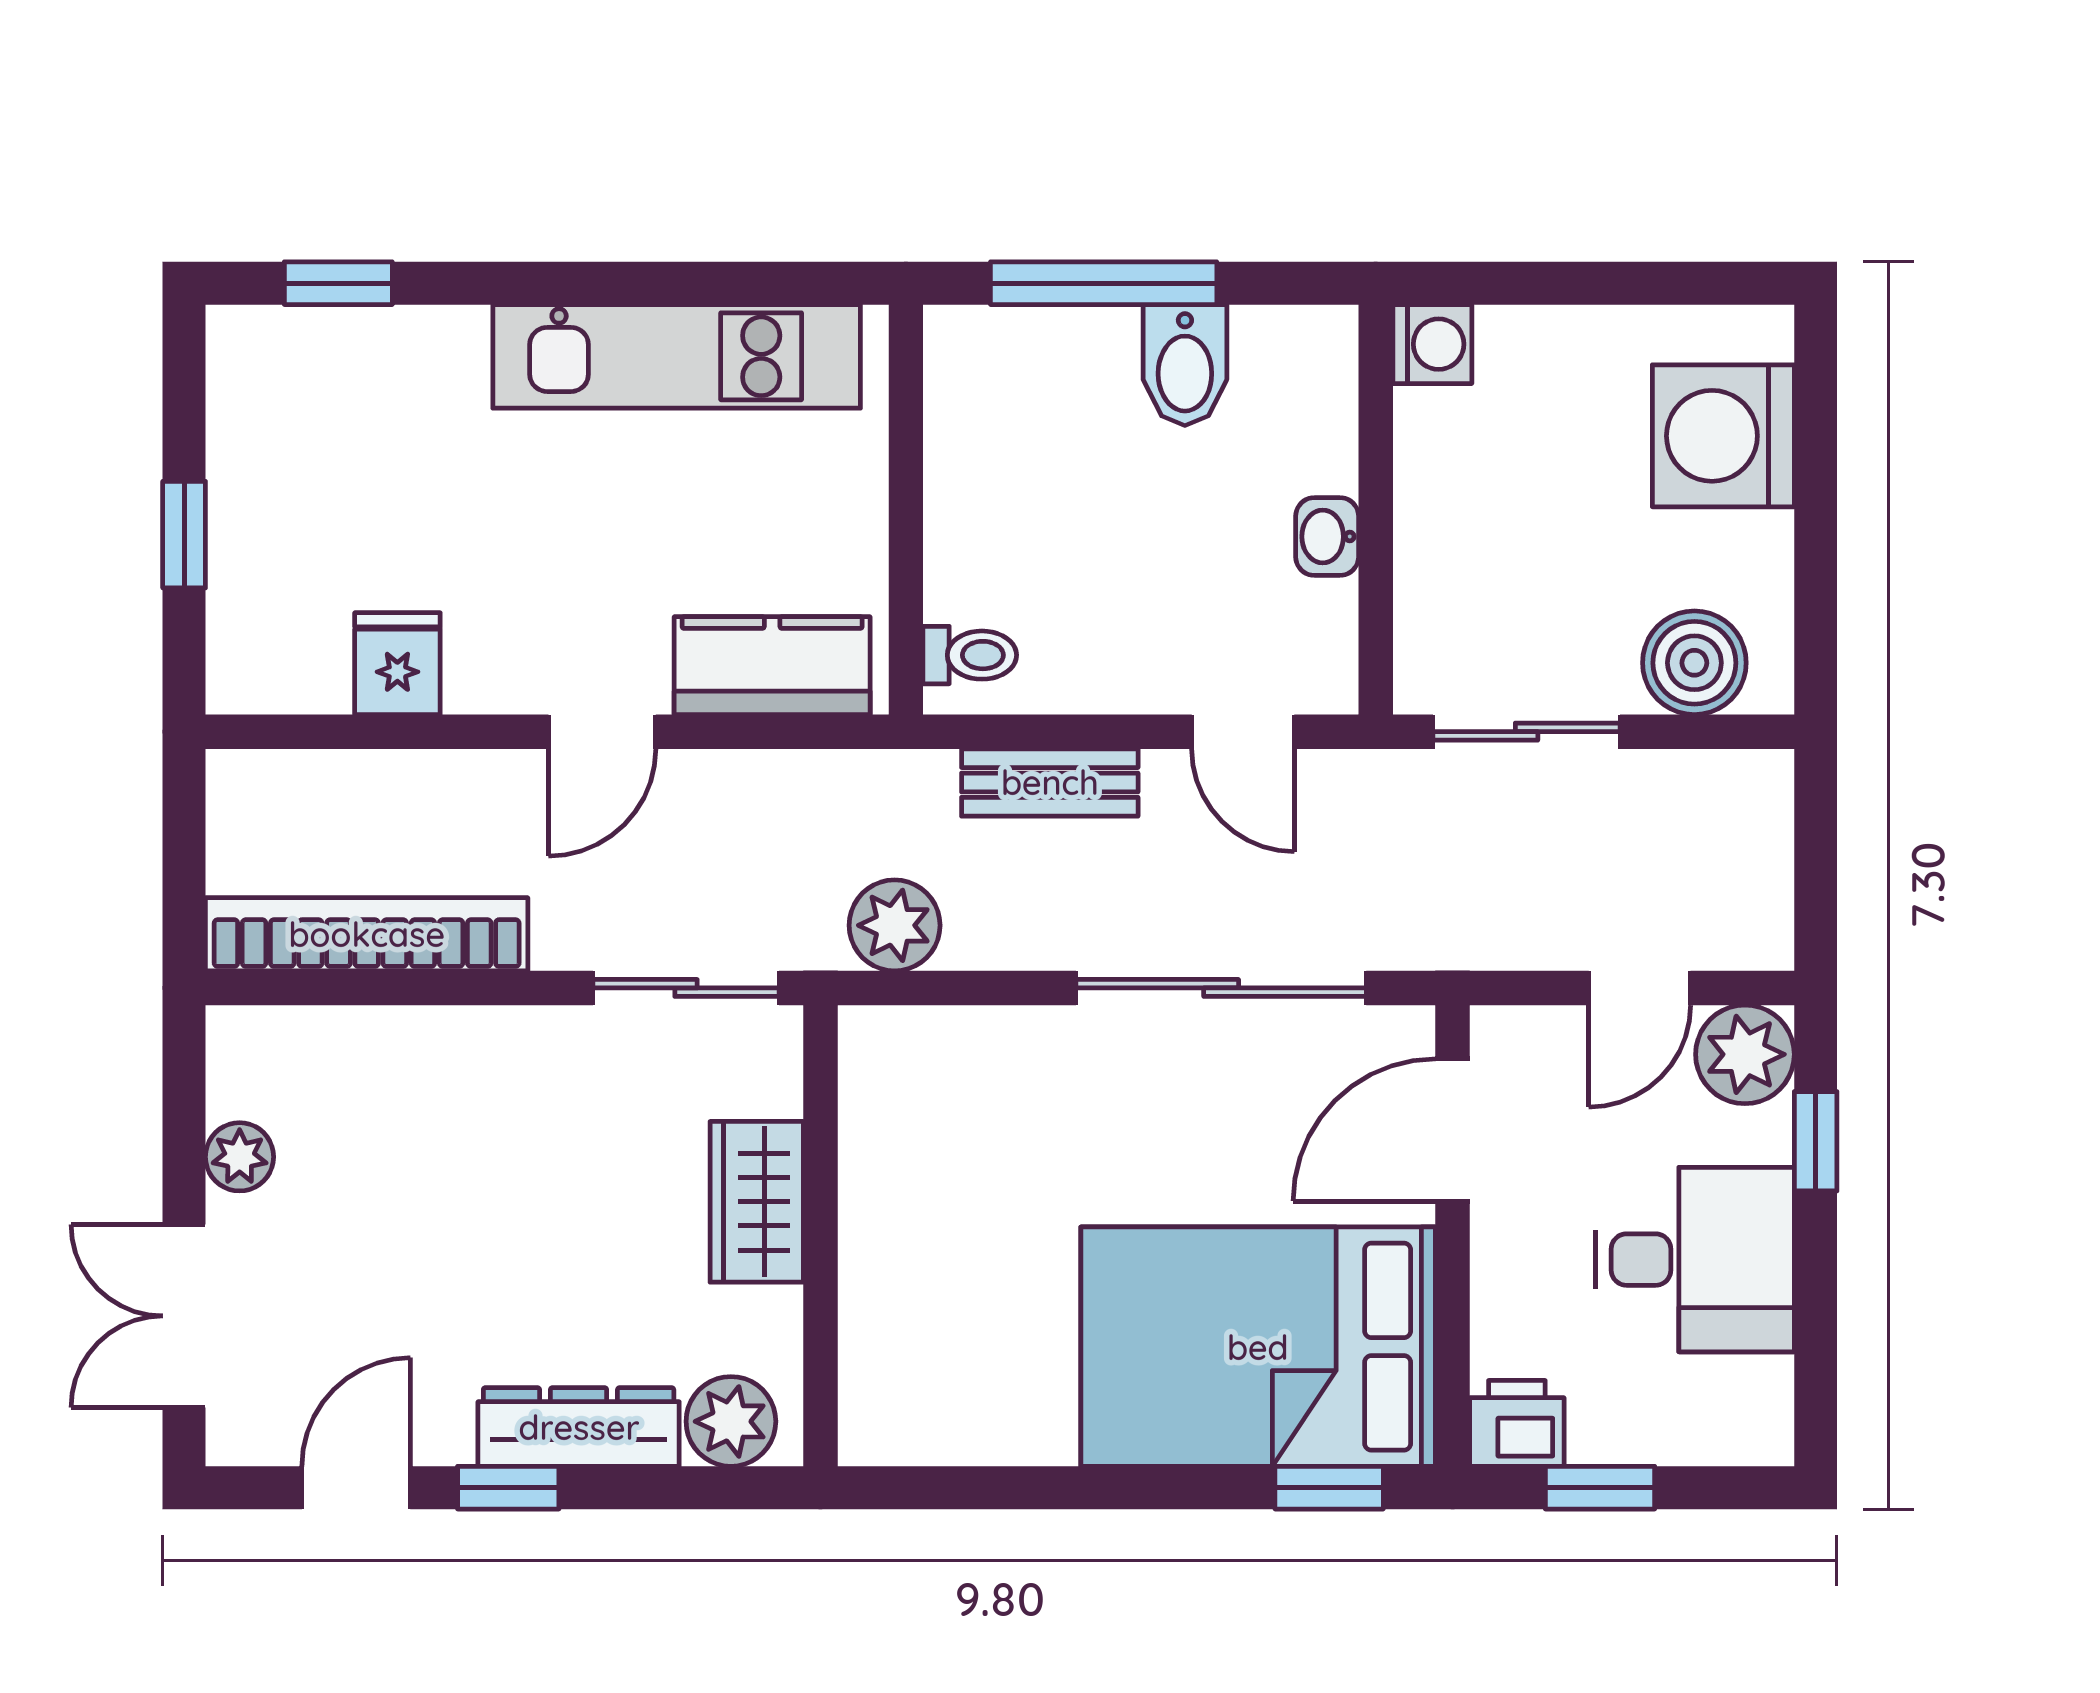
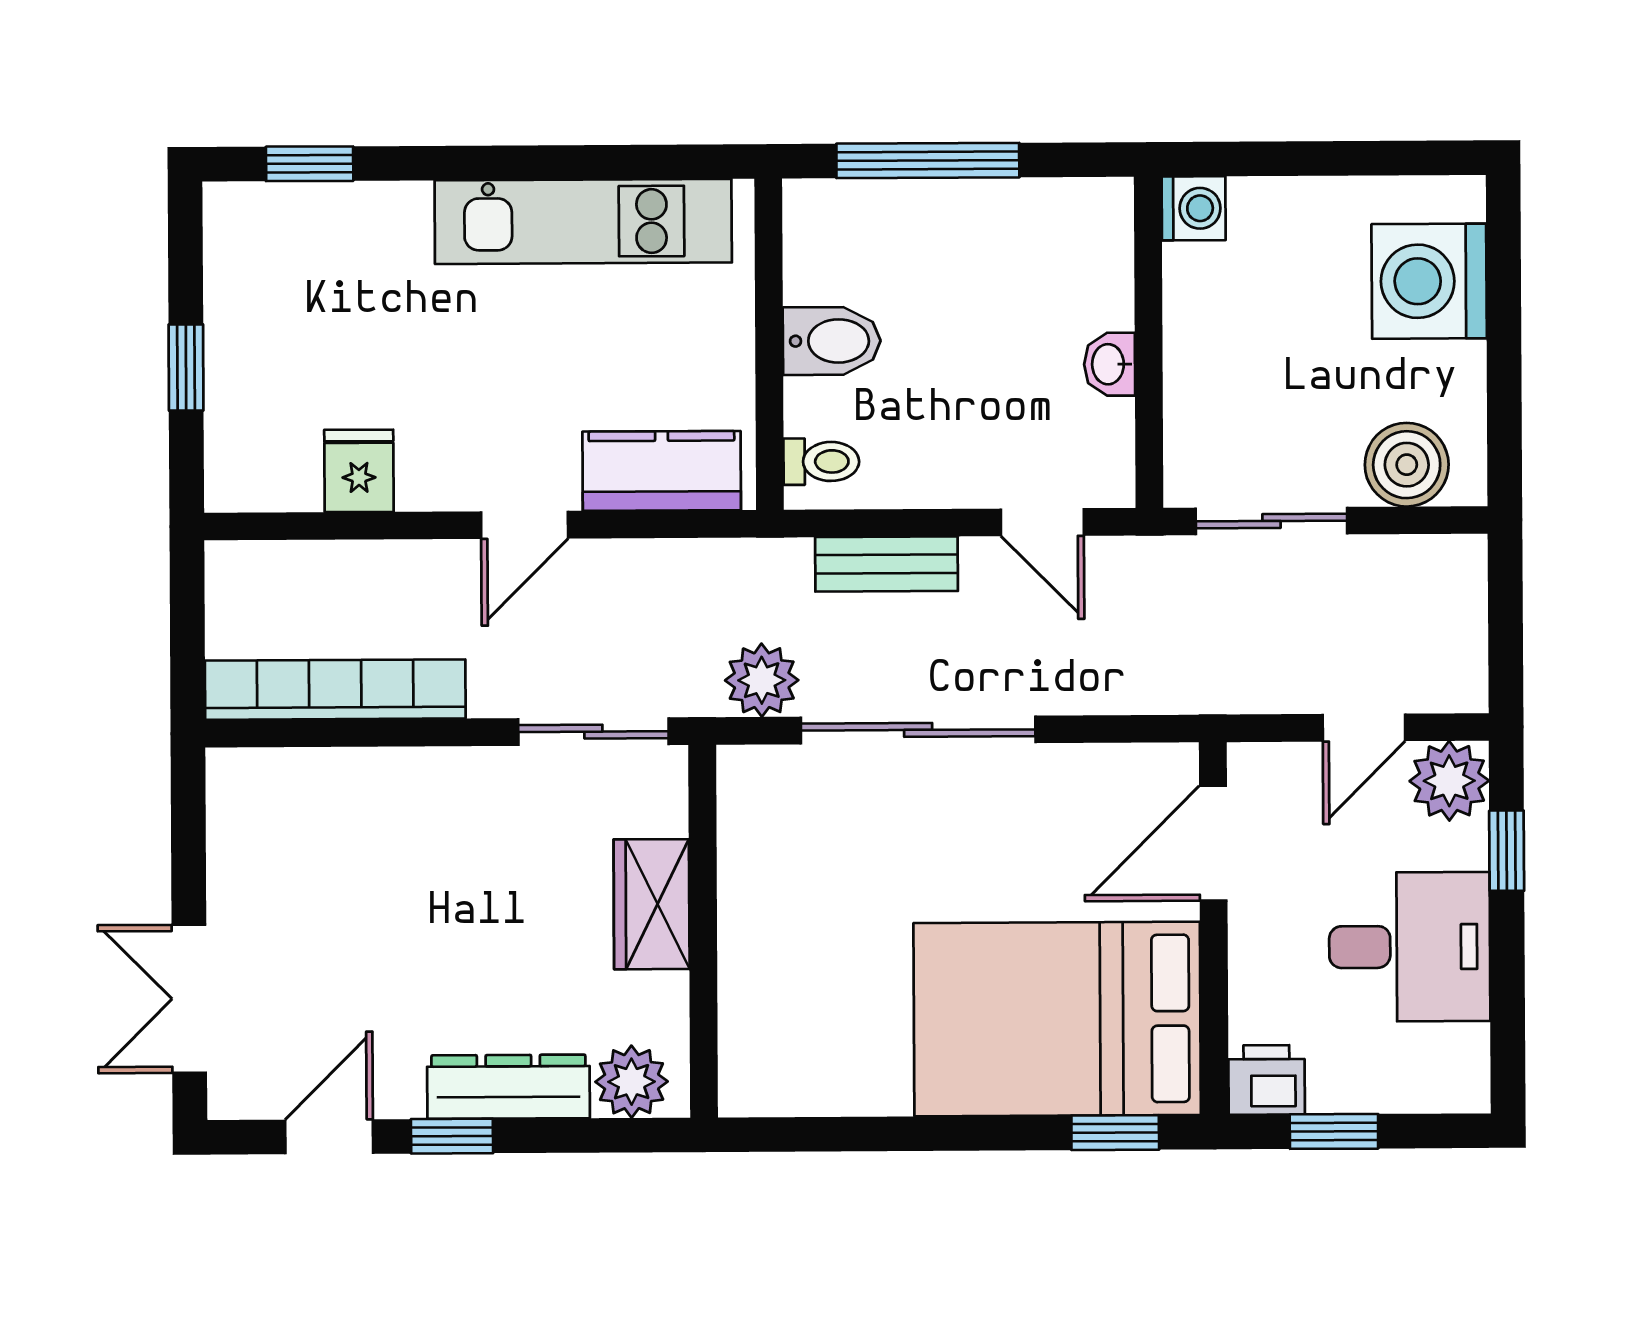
bidet: (1185, 365) -> (832, 341), moved, turned -90
sliding door: (1221, 988) -> (918, 730), moved
plant: (240, 1157) -> (233, 870), removed

